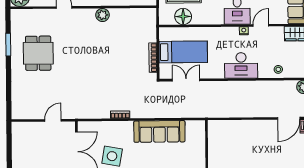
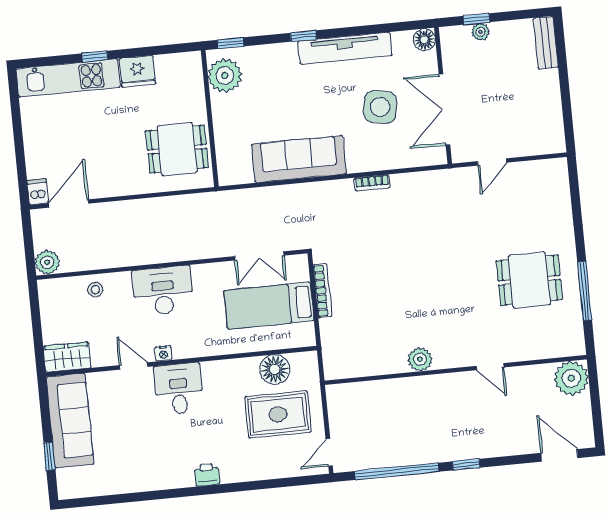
door: (261, 25) -> (134, 366), swing flipped
window: (8, 45) -> (585, 291), width x1.44
dining table: (38, 53) -> (529, 280), turned 90
dining table: (226, 143) -> (177, 149), added

